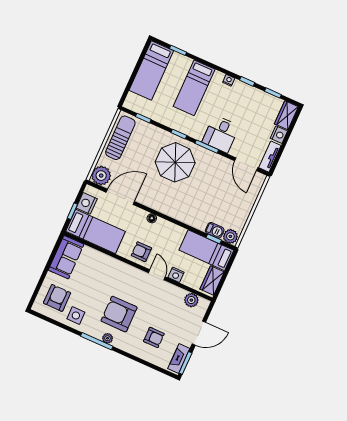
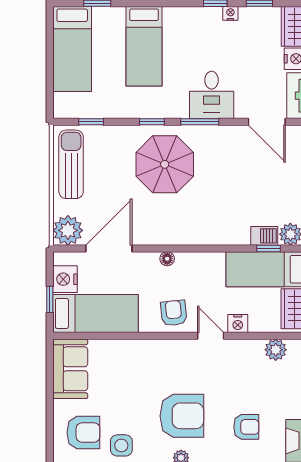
nightstand: (229, 80) -> (230, 13), moved
armchair: (141, 252) -> (174, 313), turned 84
armchair: (57, 298) -> (83, 433), turned 90
armchair: (119, 314) -> (182, 416), turned 180

